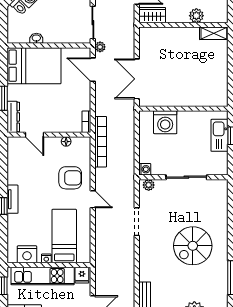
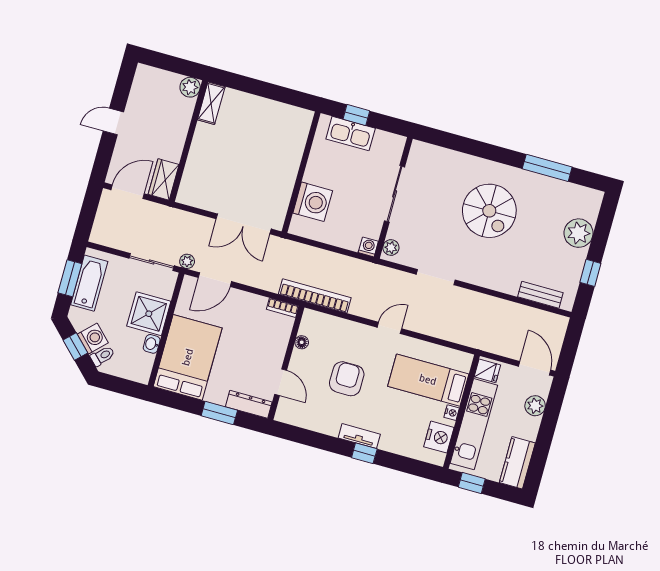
plant: (196, 16) -> (190, 87), moved
shower: (57, 31) -> (149, 314), added
door: (35, 135) -> (281, 382), hinge flipped
armchair: (70, 178) -> (347, 379), moved

